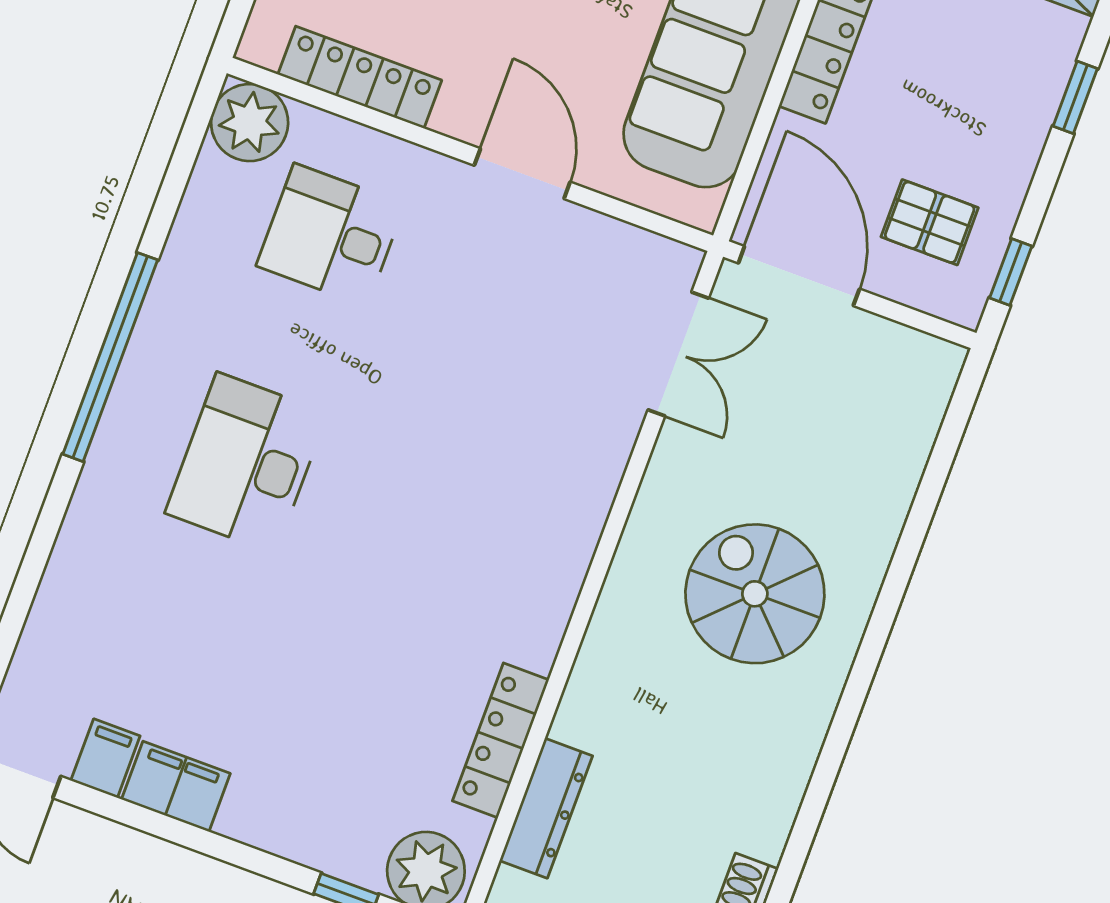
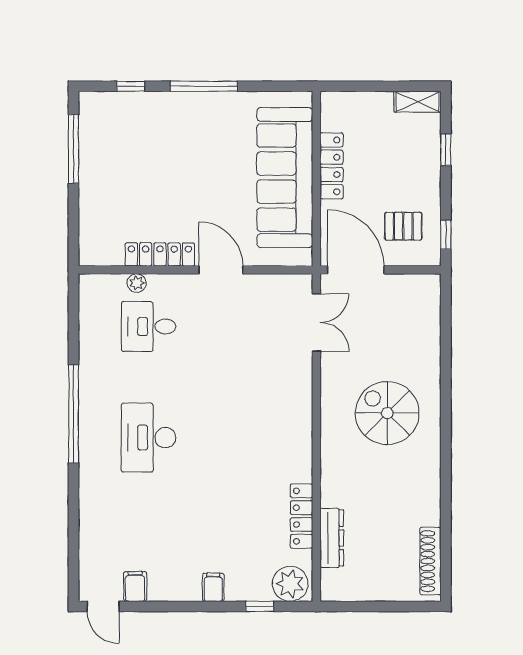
locker: (360, 77) -> (160, 254), moved
plant: (250, 123) -> (137, 283), moved, width x0.53, depth x0.53
filing cabinet: (176, 786) -> (213, 587), moved, width x0.50

